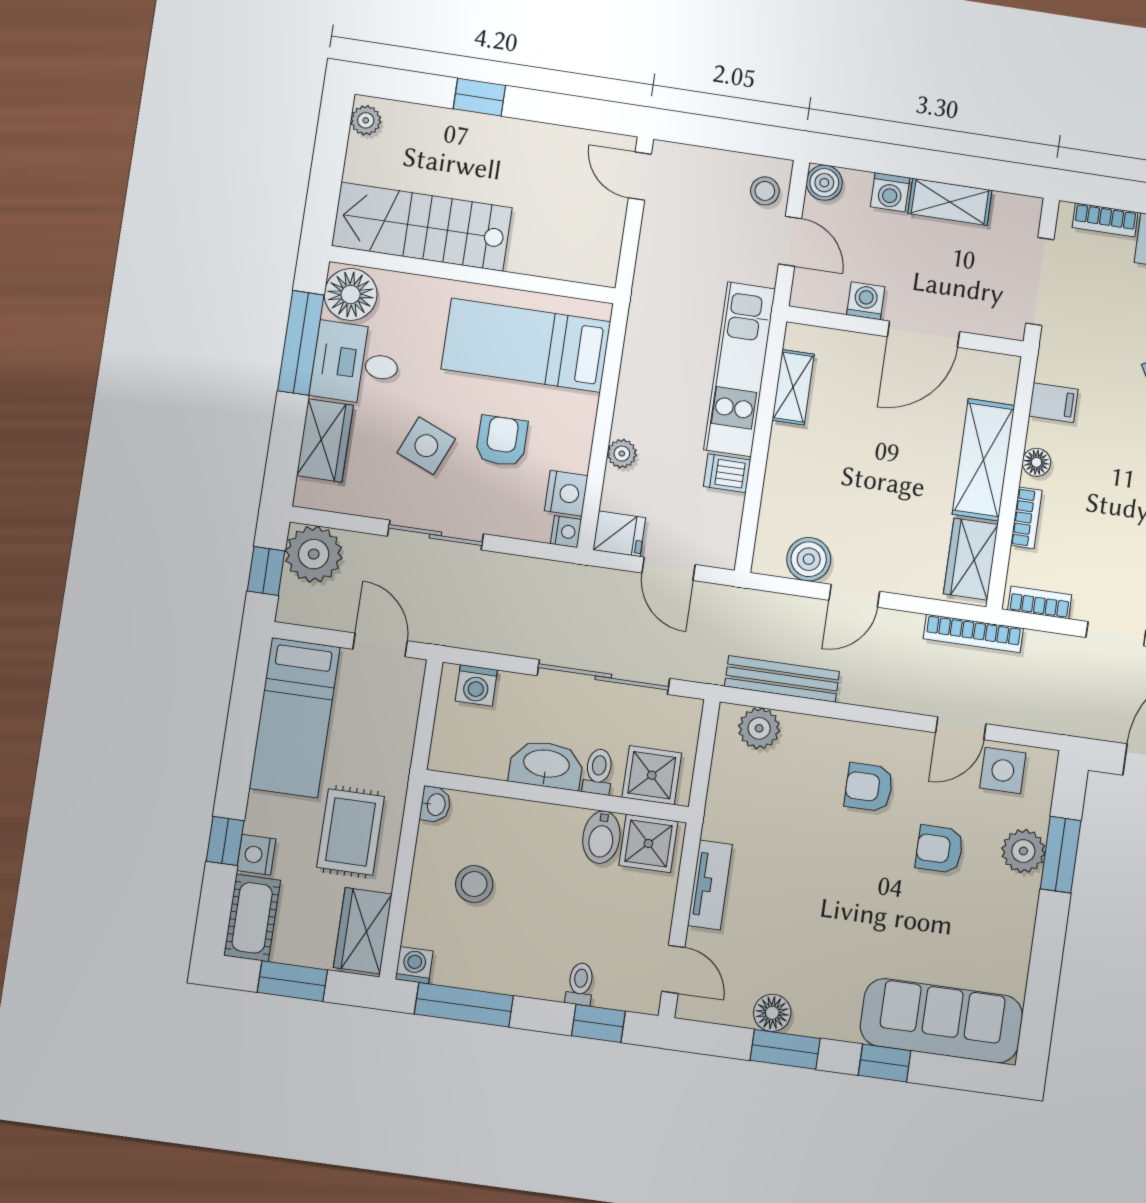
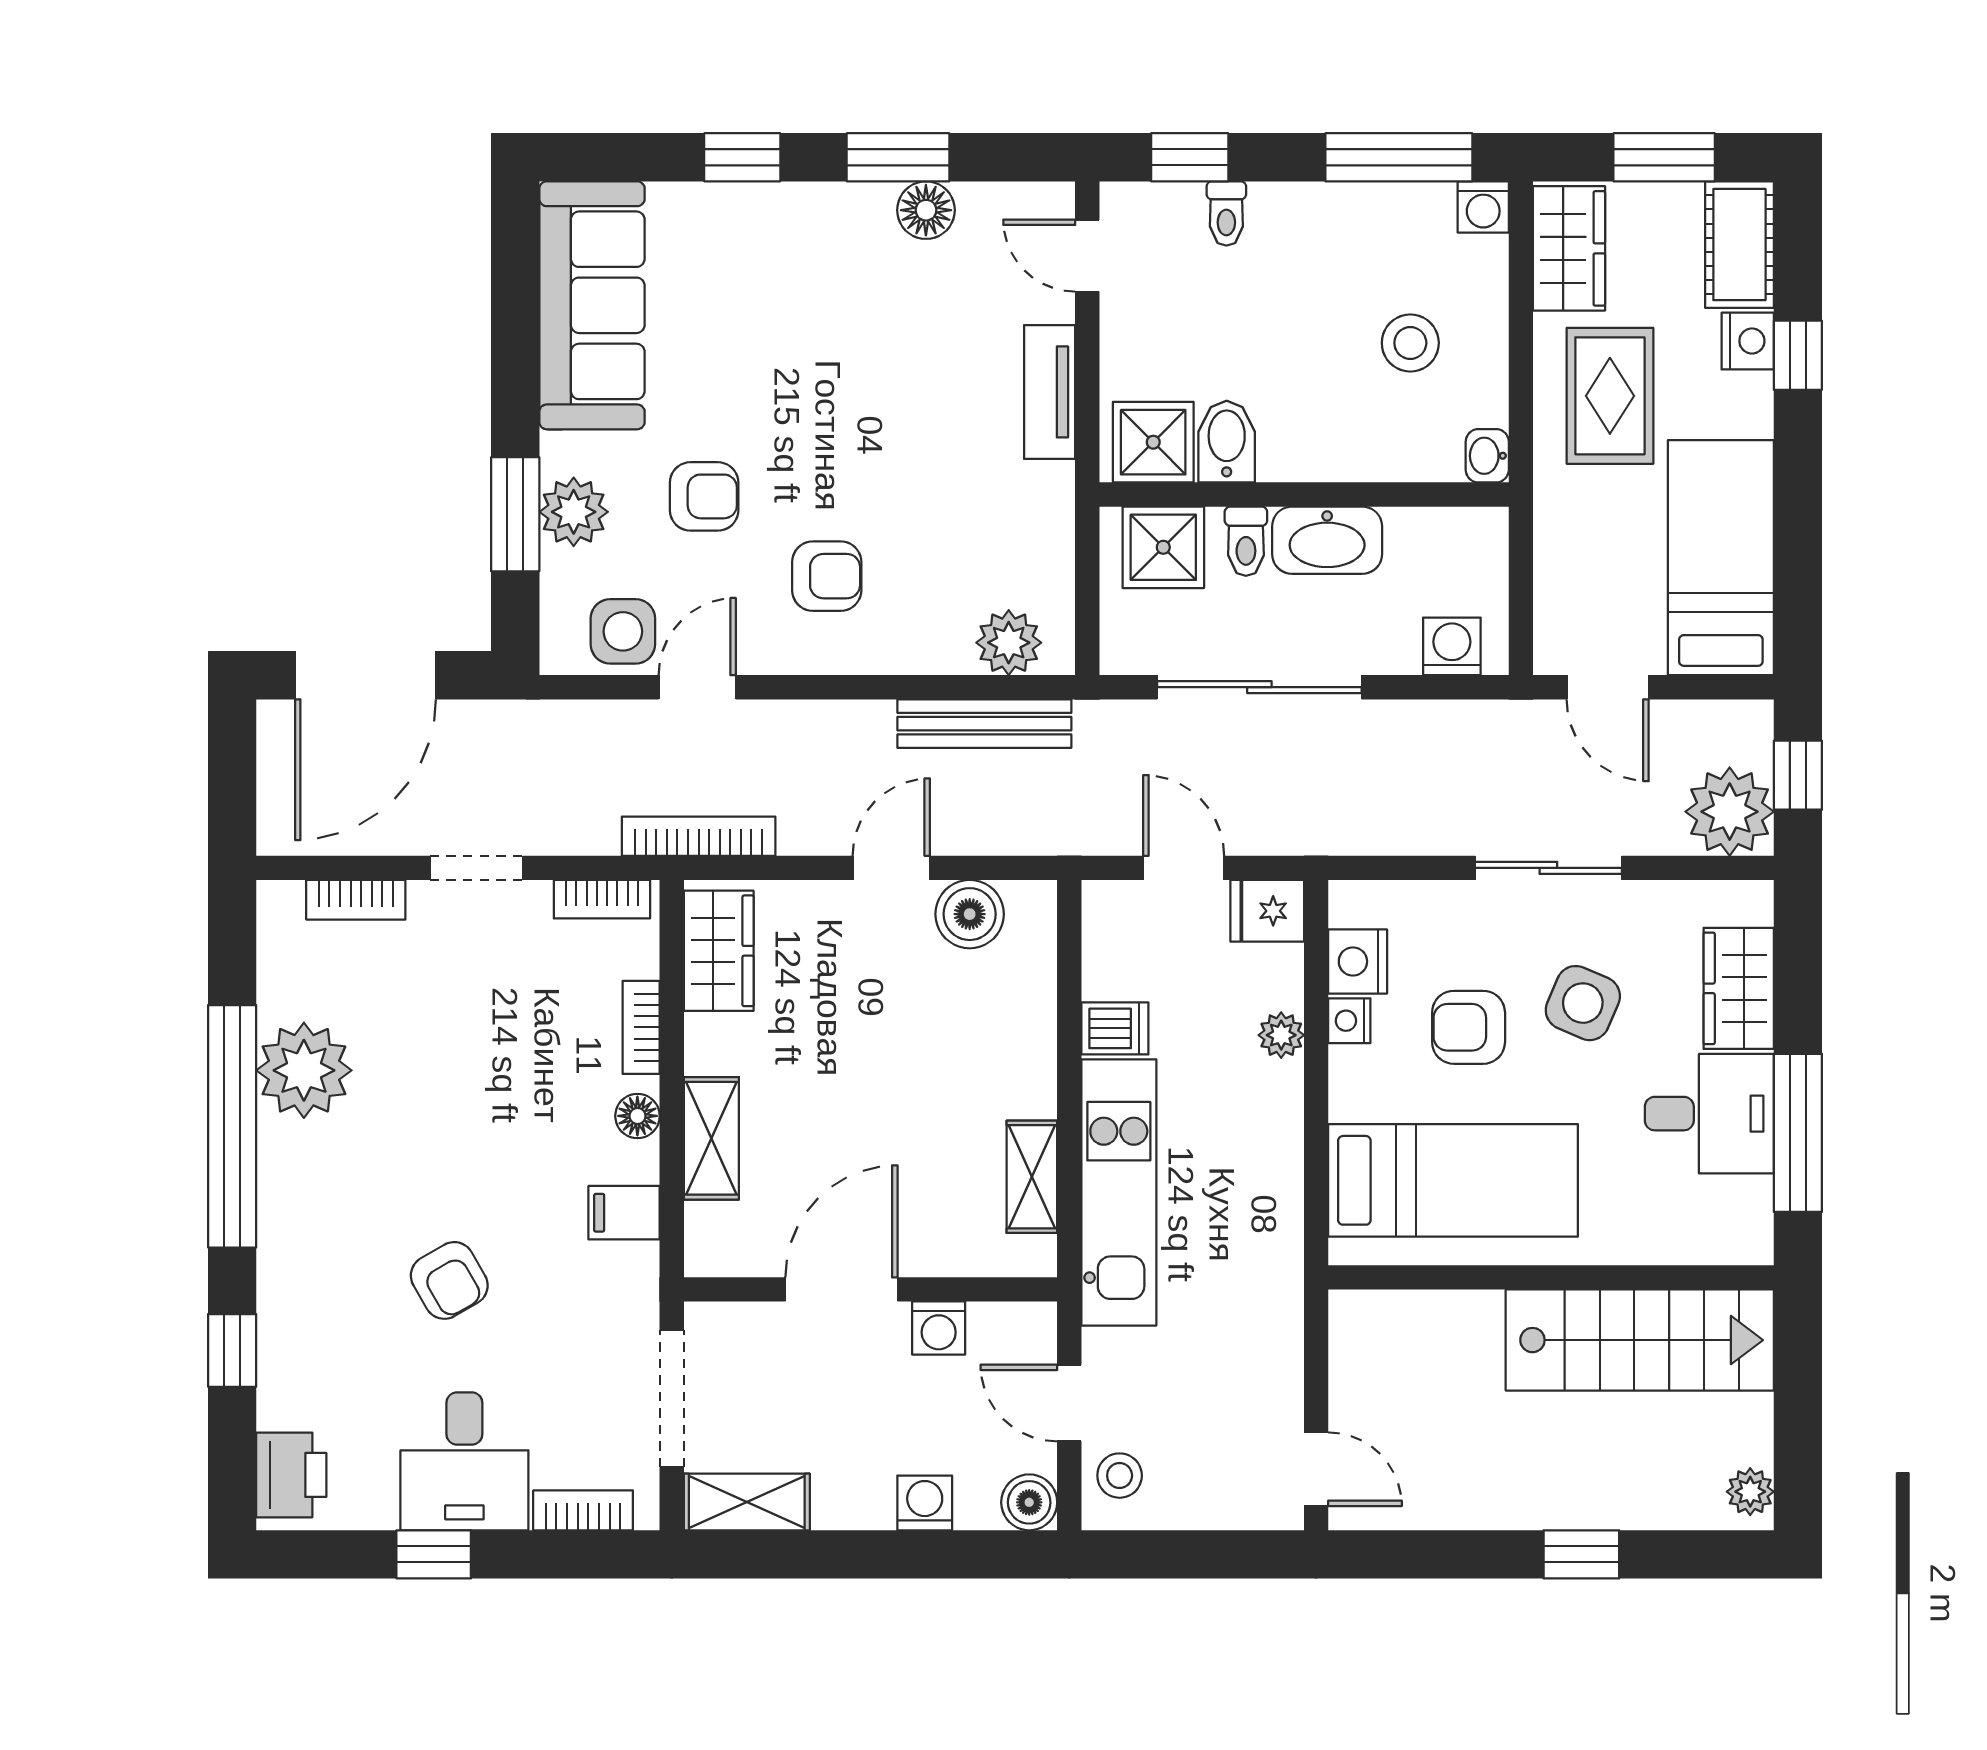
shelving: (950, 202) -> (747, 1502), moved
floor lamp: (351, 294) -> (1733, 1219), removed
armchair: (502, 441) -> (1469, 1027), turned 90
shelving: (983, 460) -> (711, 1138), width x0.67, depth x0.75
nightstand: (566, 532) -> (1349, 1021), moved
sofa: (941, 1021) -> (592, 305), moved, turned -90

